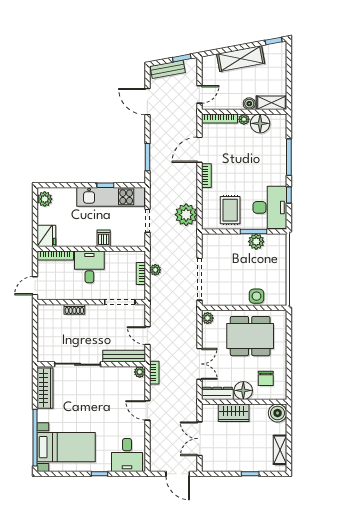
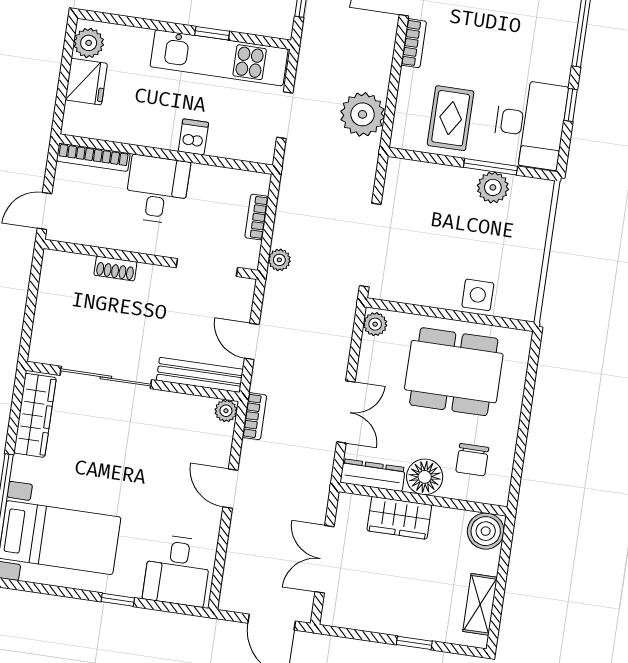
fridge: (46, 236) -> (86, 82), moved
plant: (155, 270) -> (279, 260), moved

